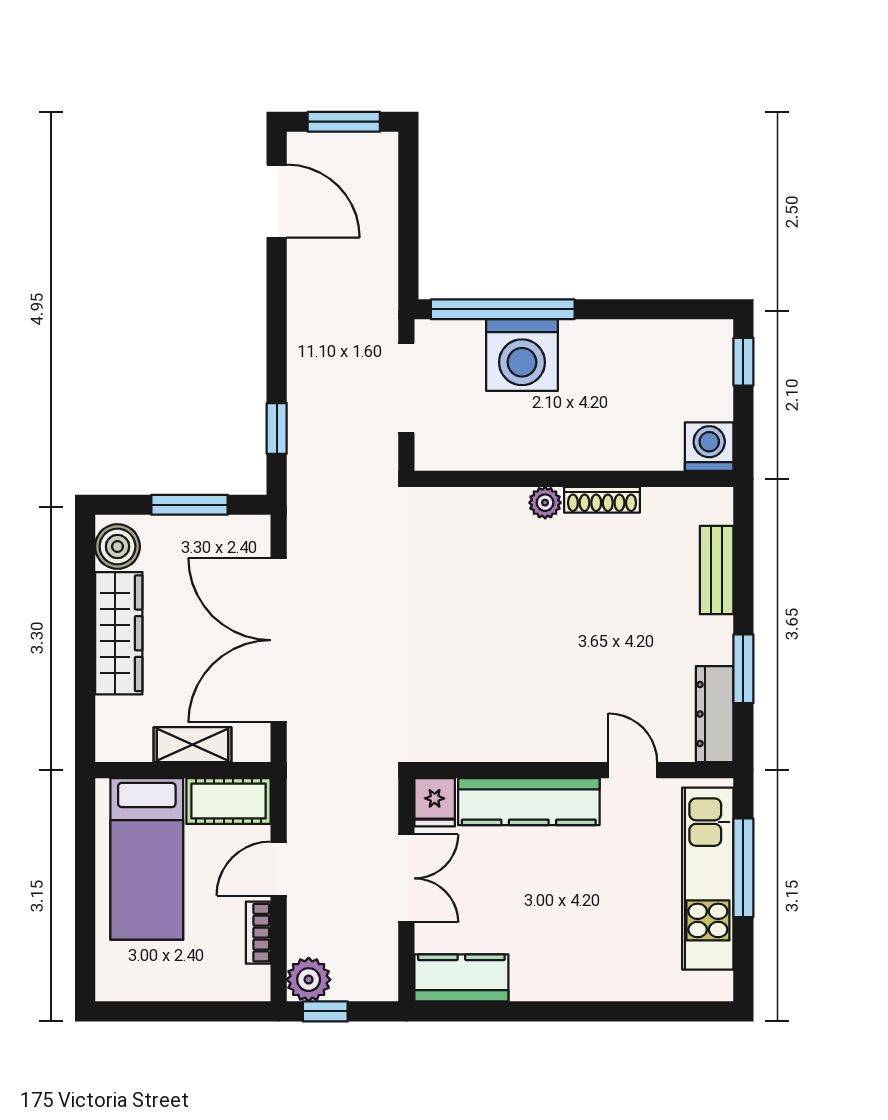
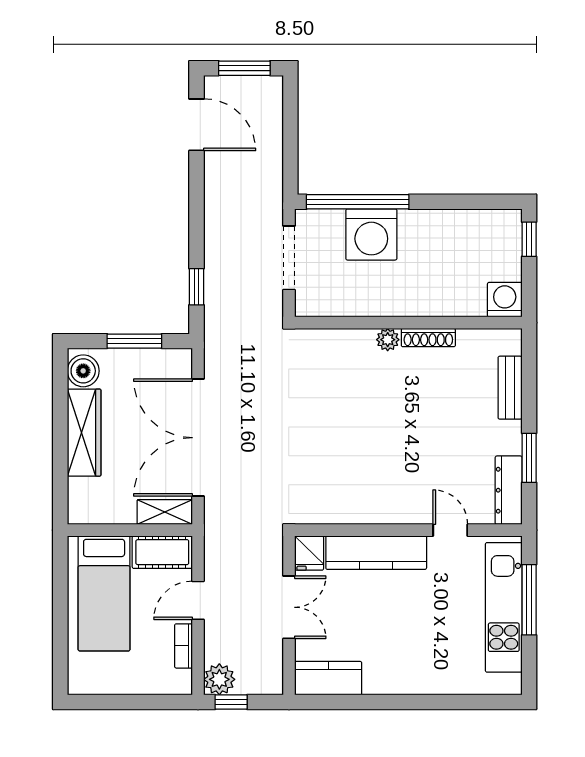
shelving: (192, 745) -> (165, 512), moved

